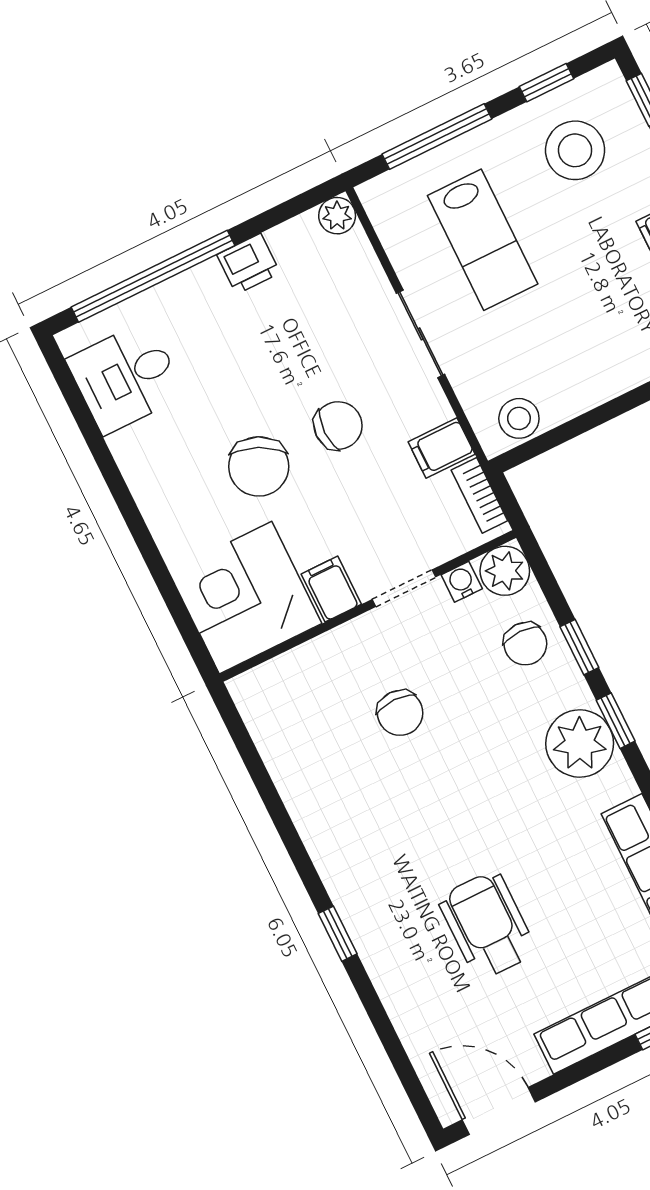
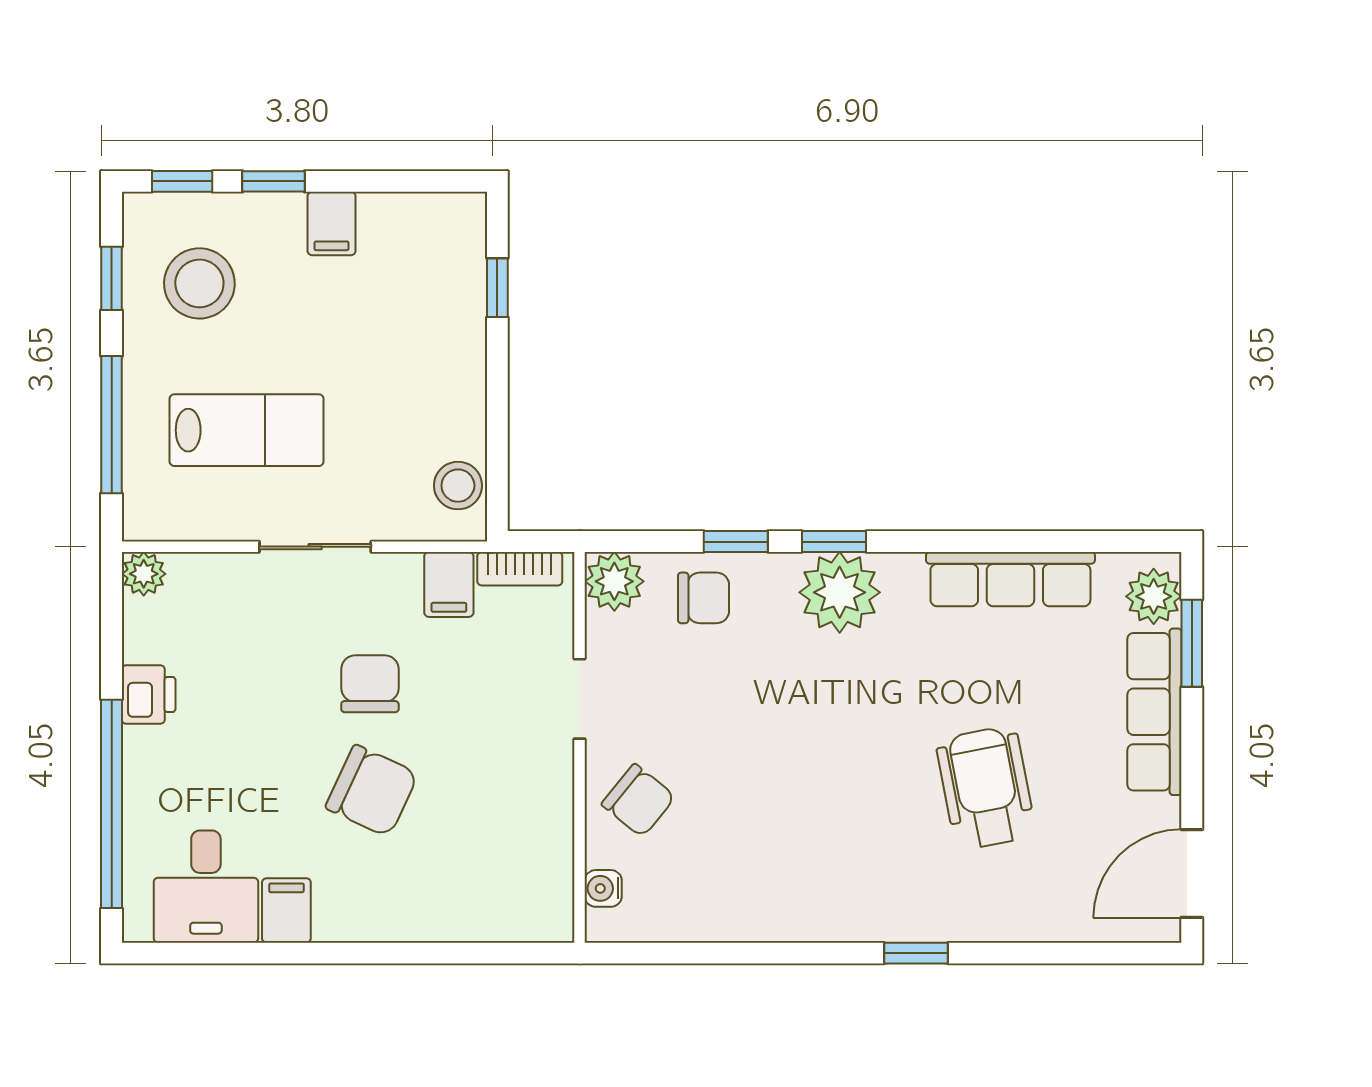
water cooler: (462, 582) -> (603, 888), moved
filing cabinet: (331, 589) -> (286, 910), moved, turned 90
corner desk: (246, 598) -> (506, 874), removed
chair: (400, 713) -> (638, 800), moved, turned 39
wheelchair: (487, 925) -> (986, 788), turned 79

